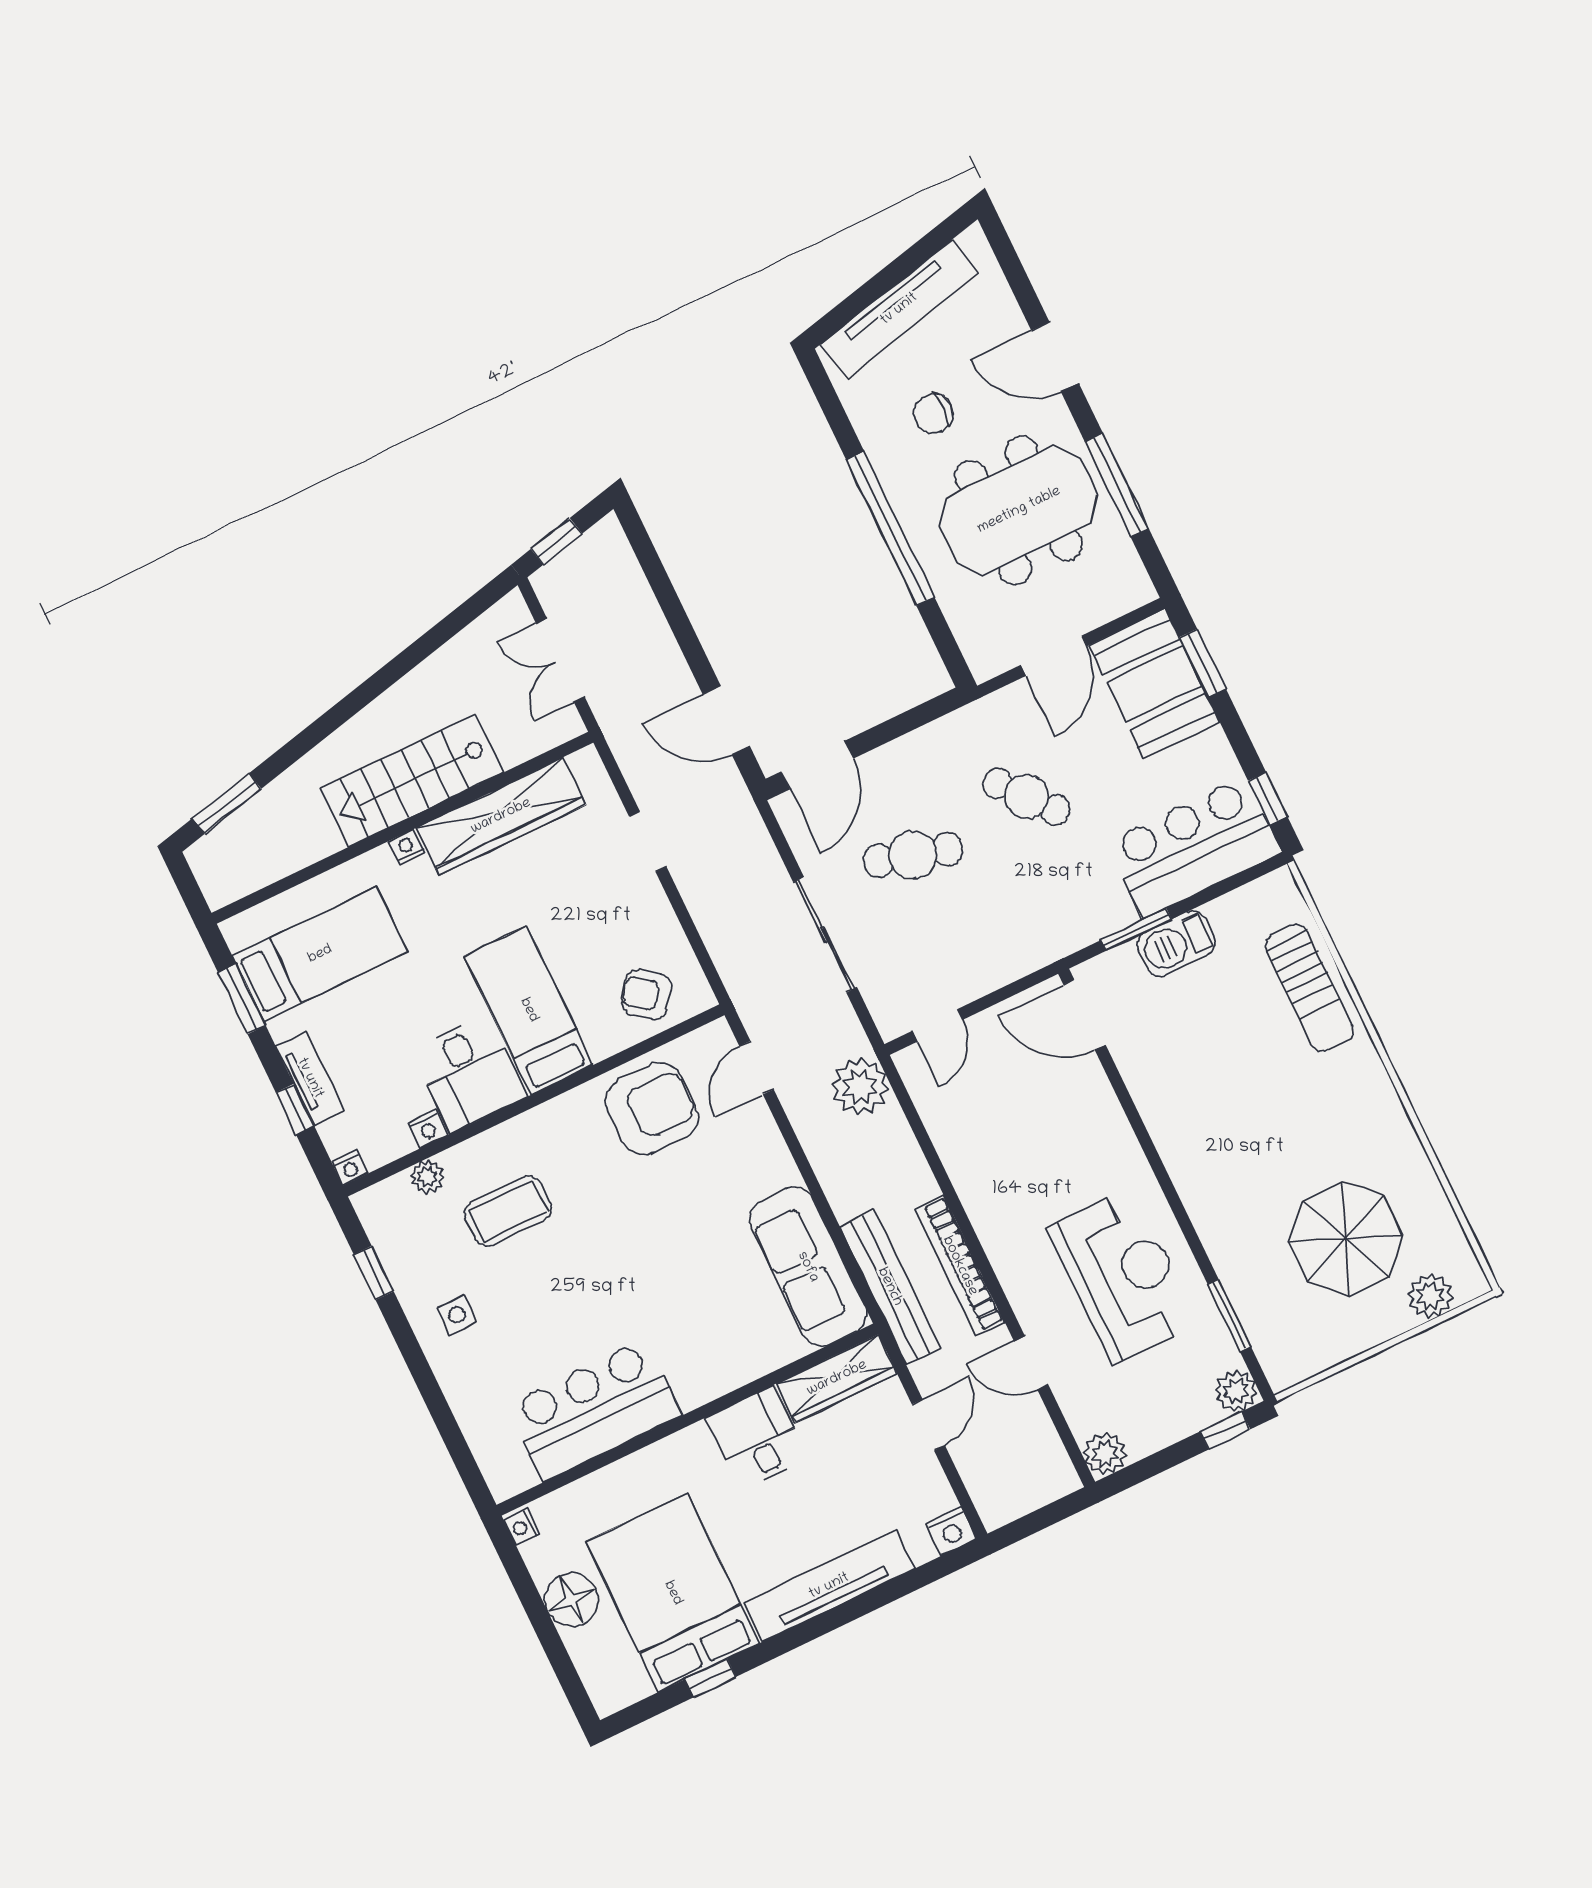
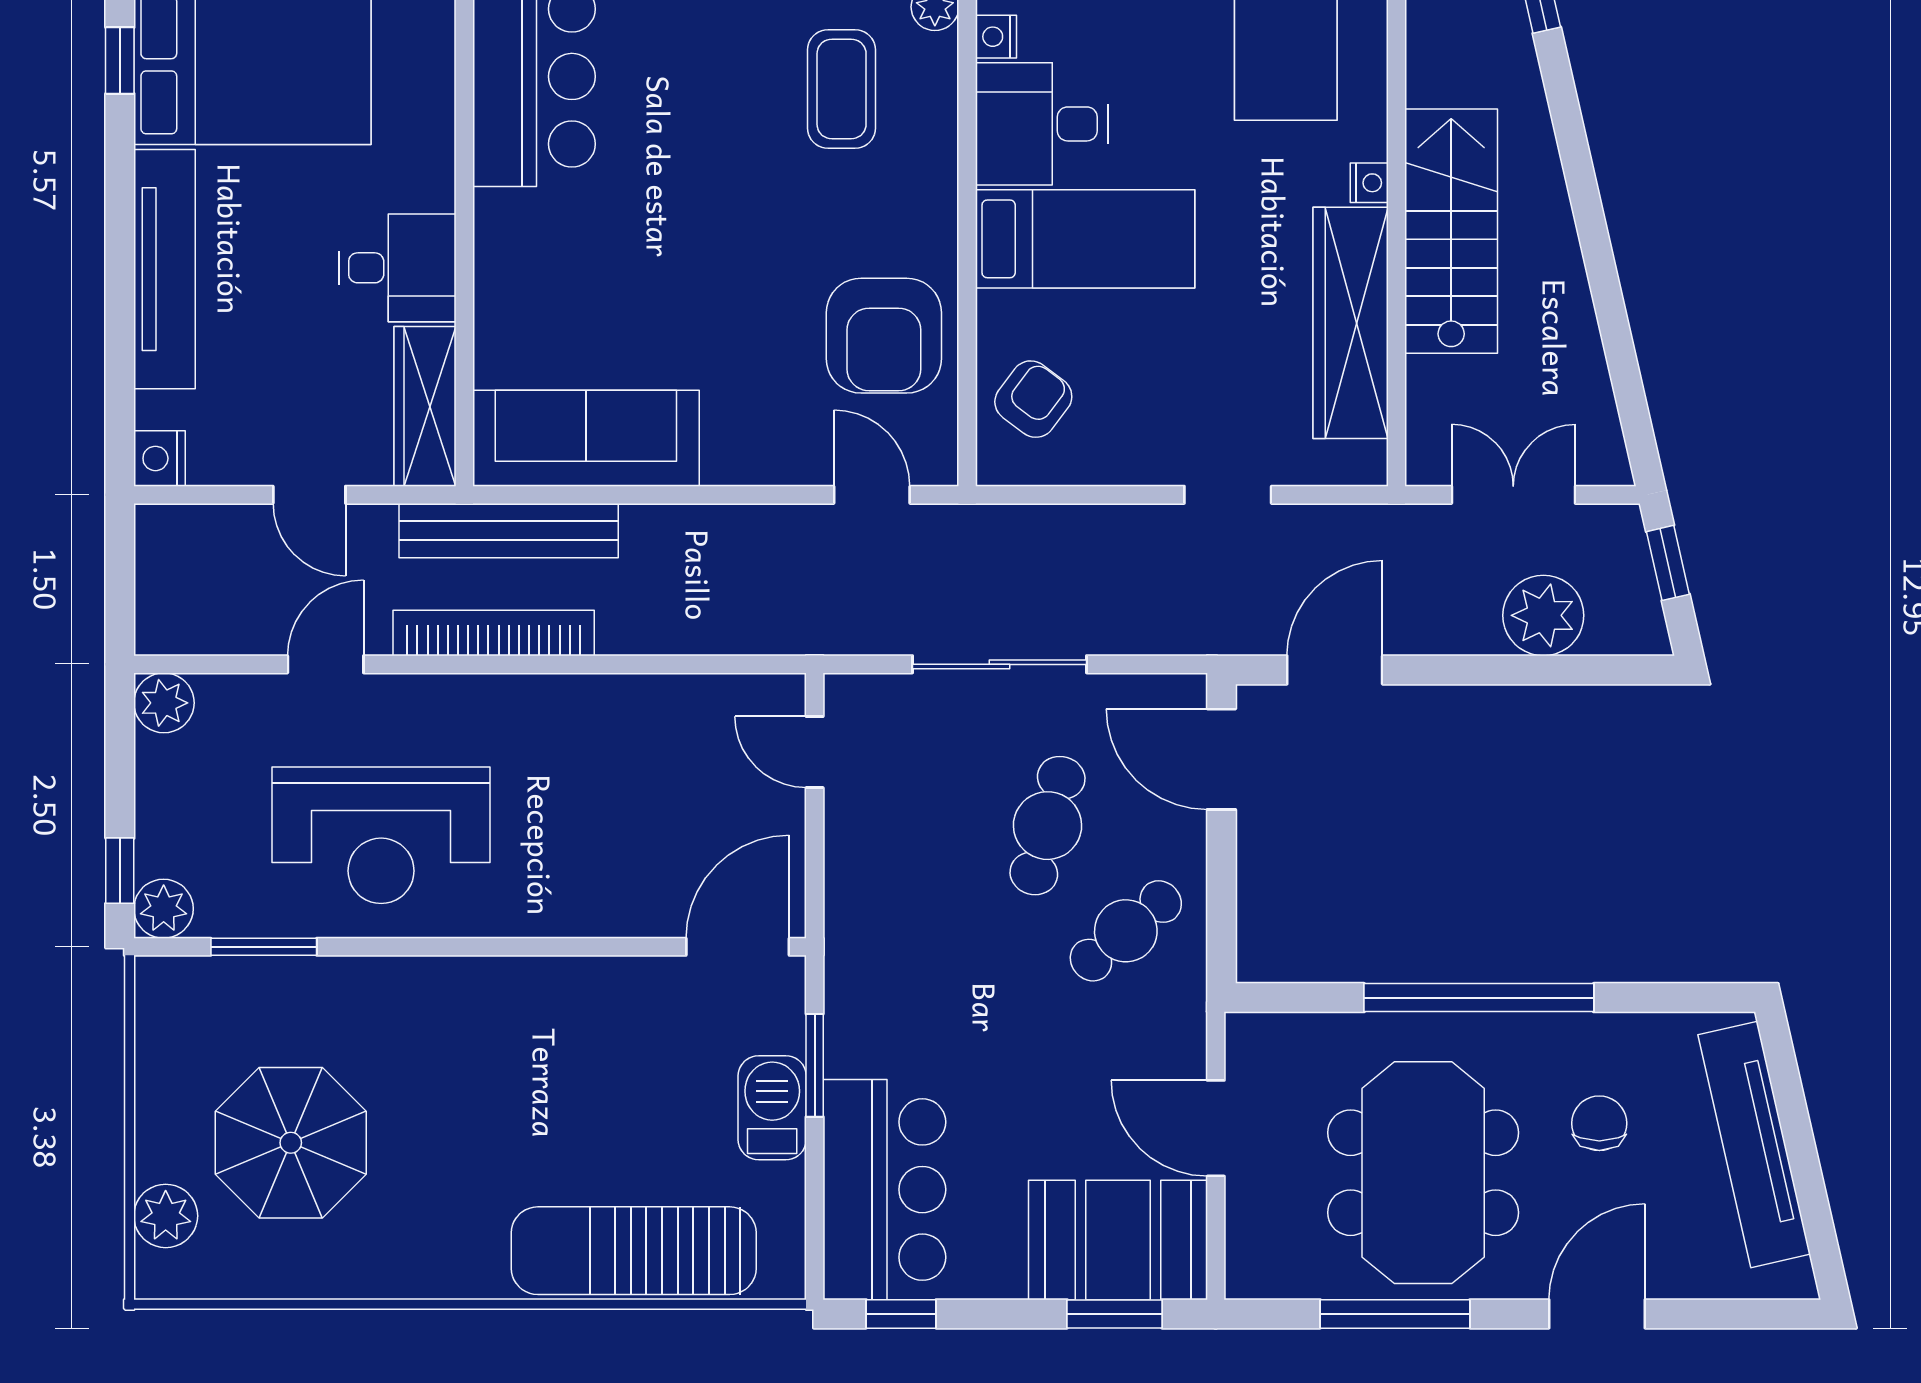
cafe table: (1027, 797) -> (1126, 931), moved
sun lounger: (1309, 988) -> (634, 1251), width x1.36, depth x1.34
plant: (860, 1087) -> (1543, 615), moved

